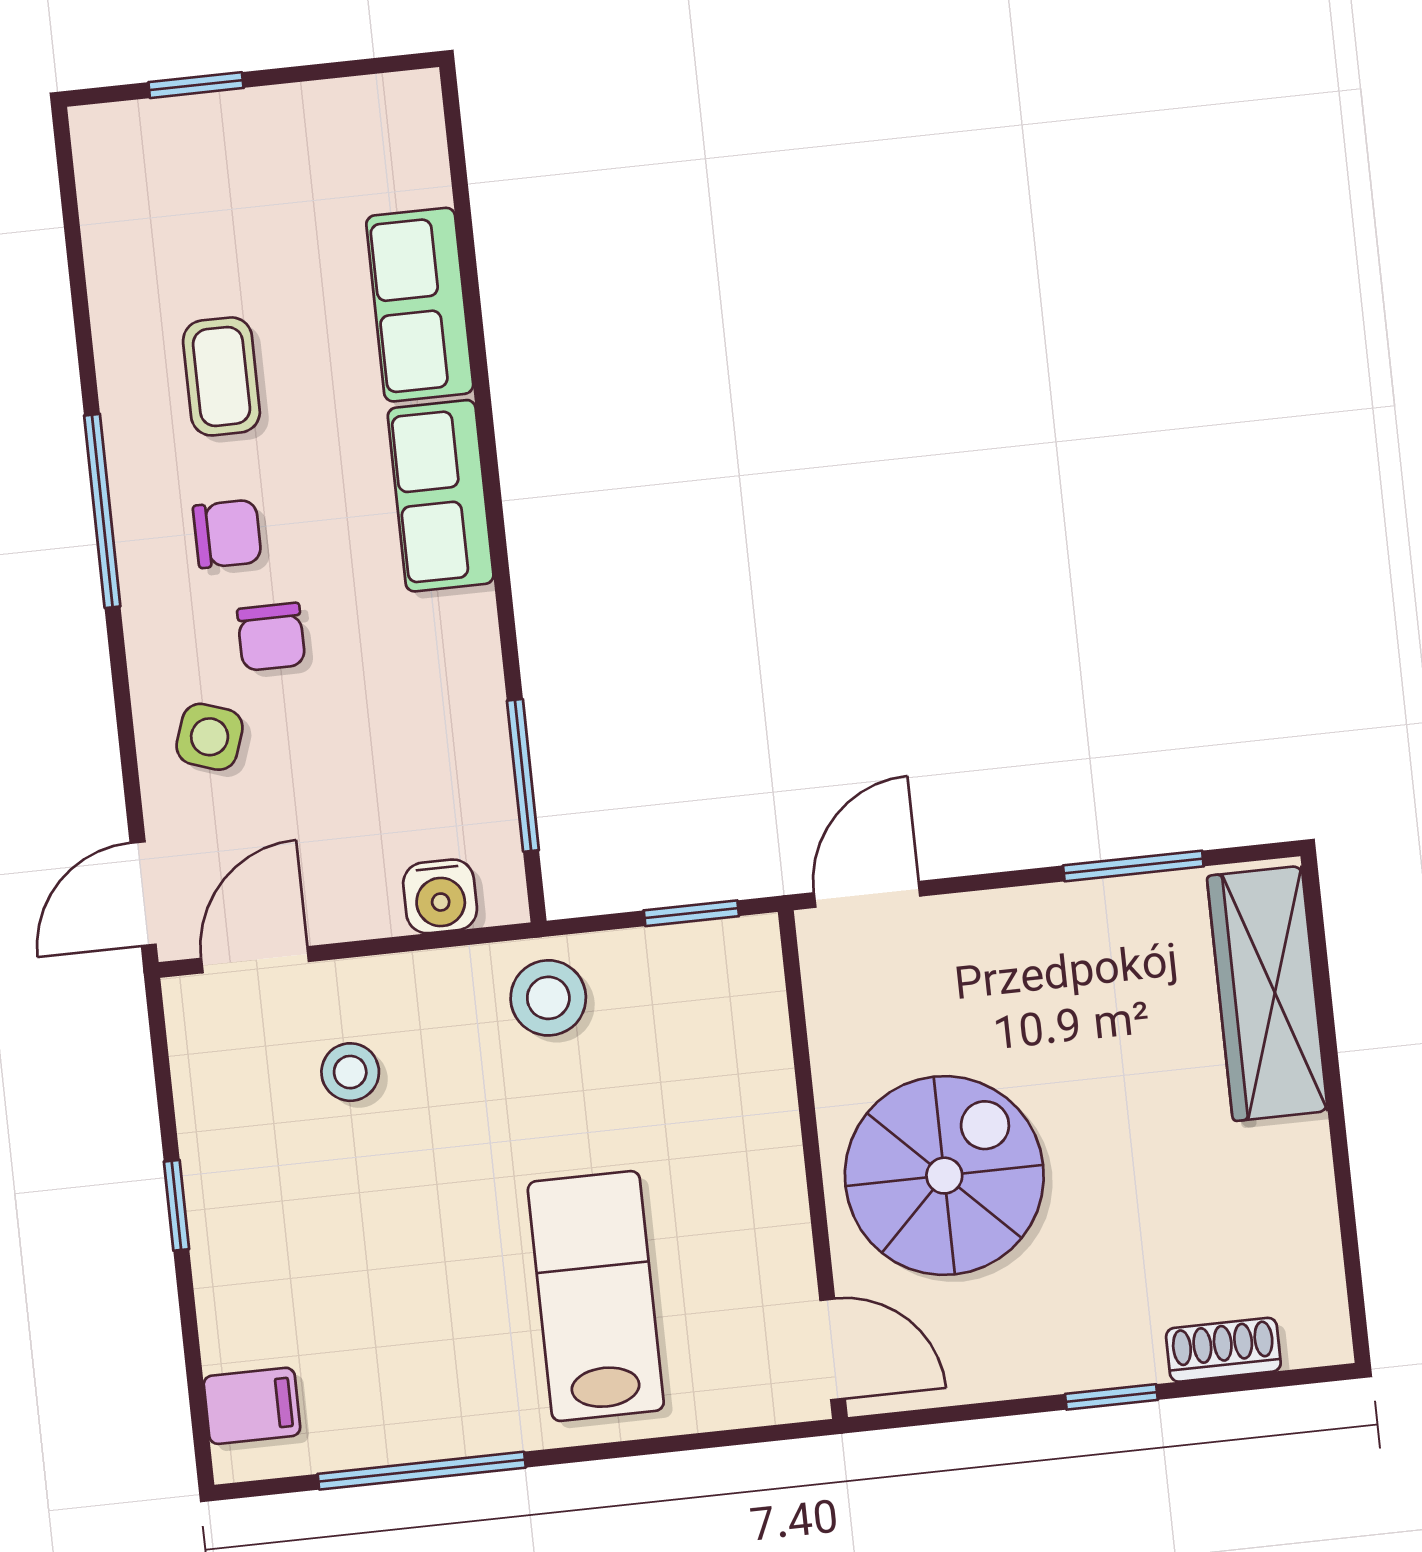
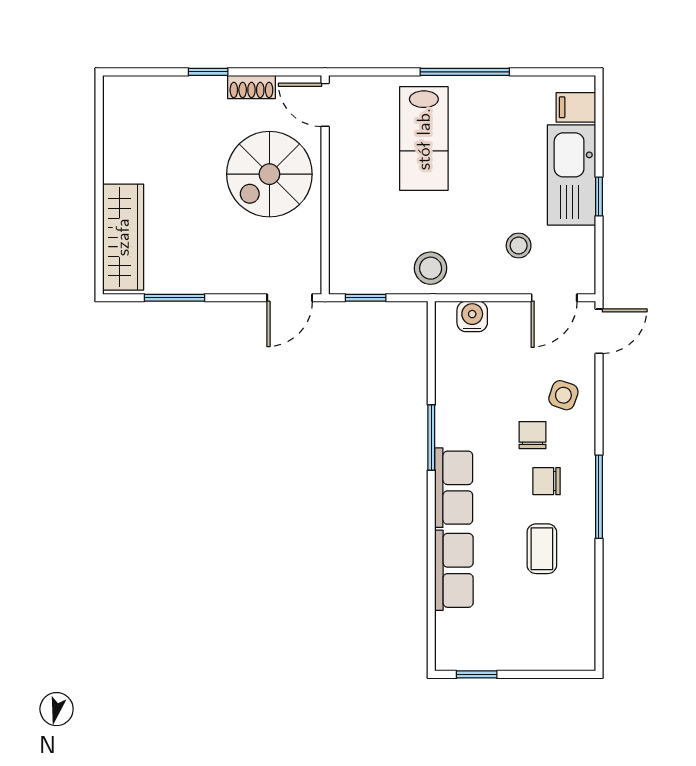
window: (196, 85) -> (477, 674), moved
window: (523, 775) -> (431, 438), moved
kitchen sink: (245, 1248) -> (571, 175), added
shoe rack: (1223, 1350) -> (251, 87), moved
window: (422, 1471) -> (465, 72), moved

